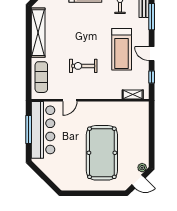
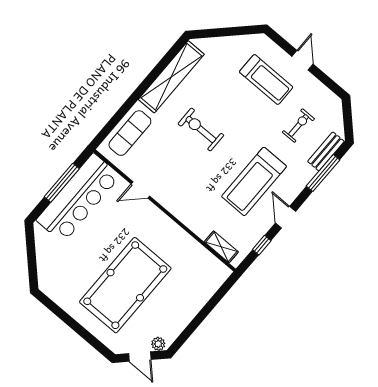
exercise bike: (83, 66) -> (201, 129), moved

